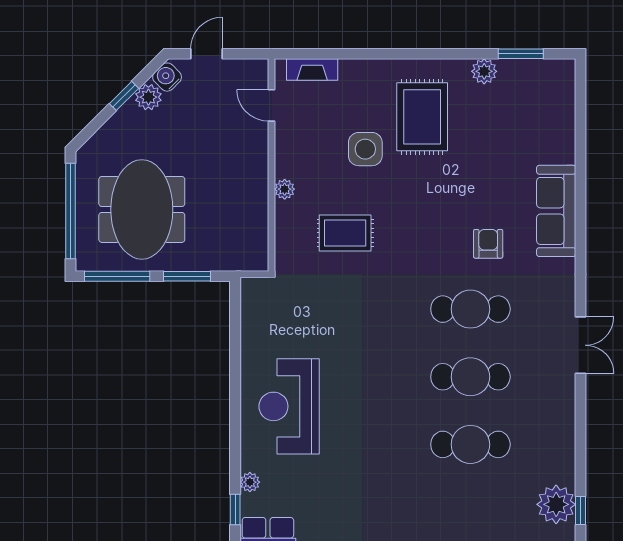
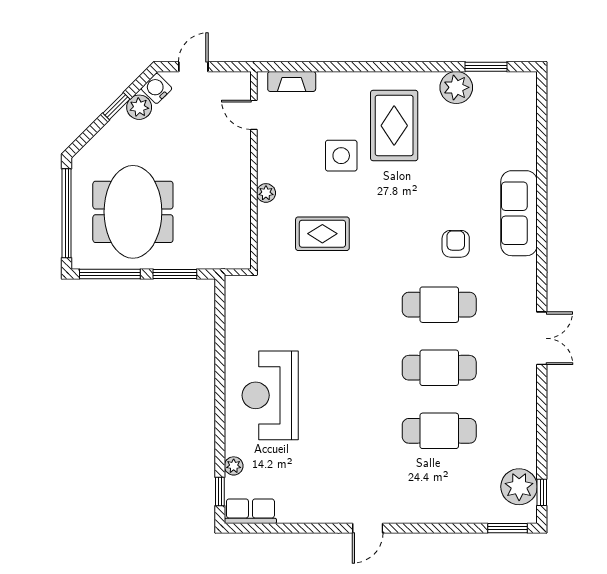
plant: (484, 71) -> (456, 87), width x1.36, depth x1.36

